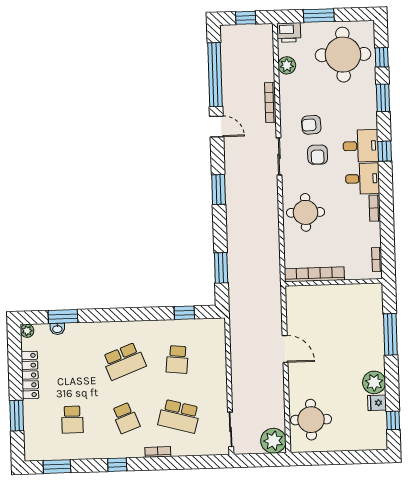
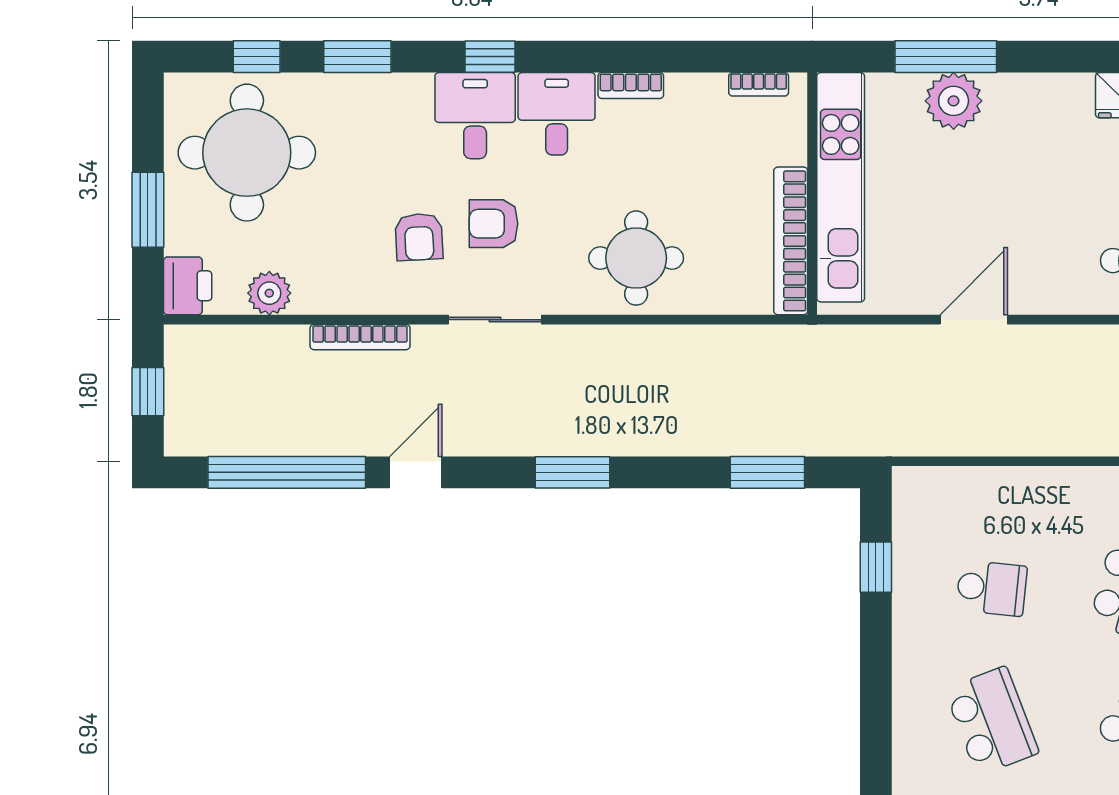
armchair: (318, 155) -> (494, 224), turned 180
kitchen unit: (337, 294) -> (841, 187), added
plant: (374, 382) -> (954, 101), moved

